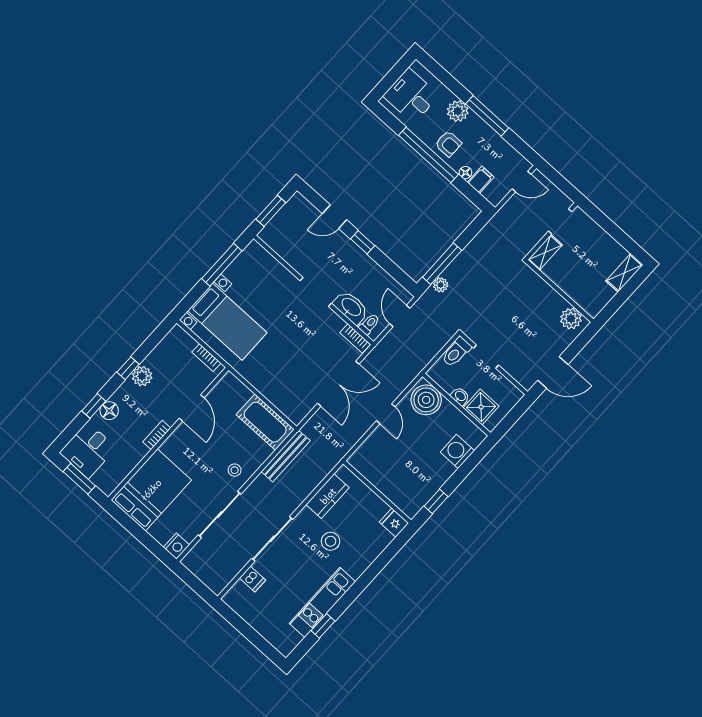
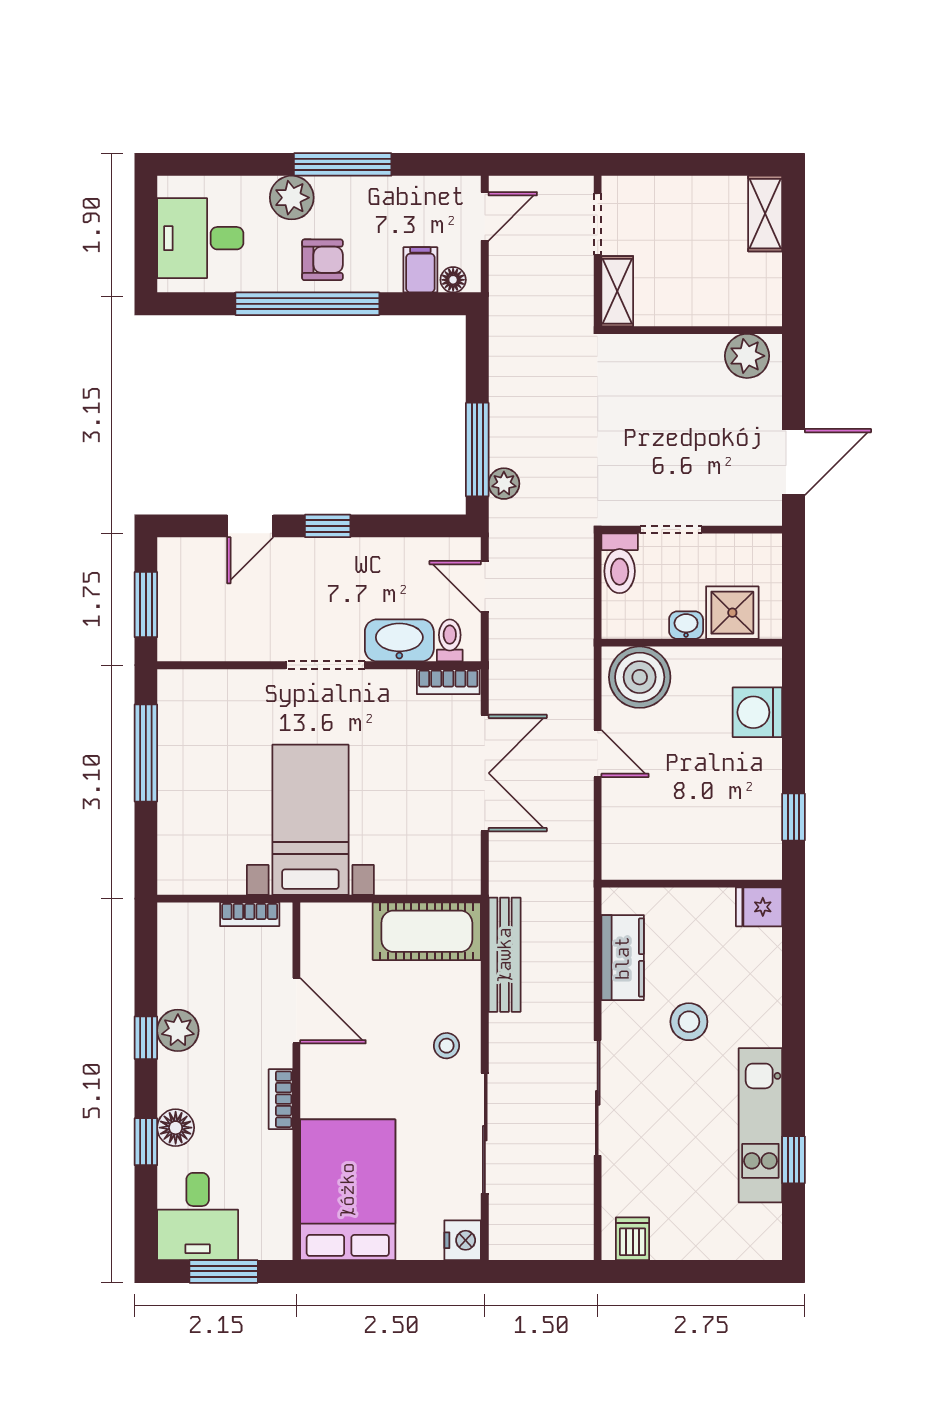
floor lamp: (465, 173) -> (453, 280), moved
bed with nightstands: (227, 322) -> (310, 820), moved, turned -90
dishwasher: (253, 579) -> (633, 1239), moved, turned -90

